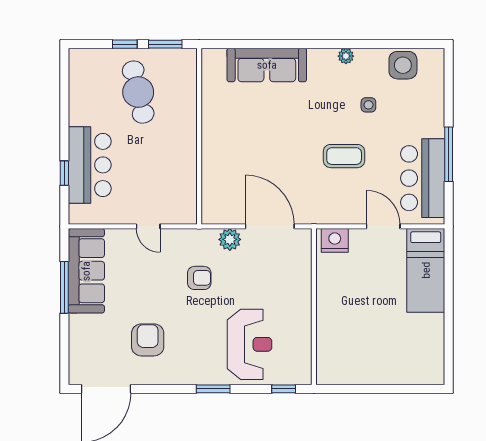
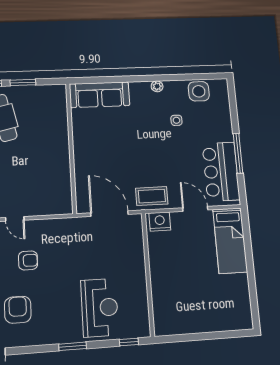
wall: (199, 136) -> (71, 148), moved
coffee table: (344, 156) -> (152, 196), moved
plant: (230, 239) -> (79, 225), removed
armchair: (199, 278) -> (28, 260), moved

